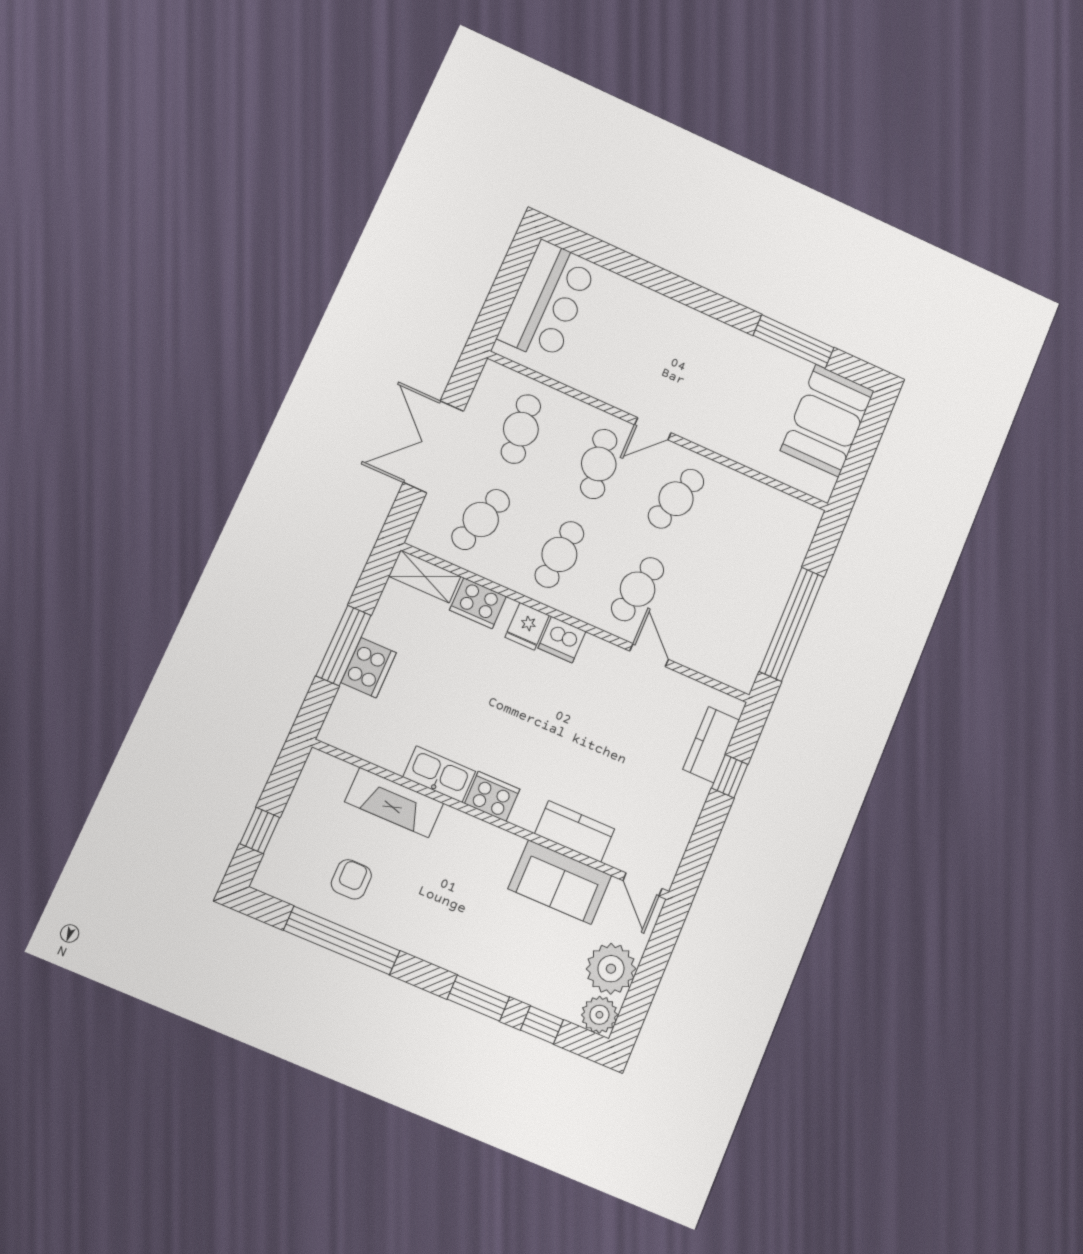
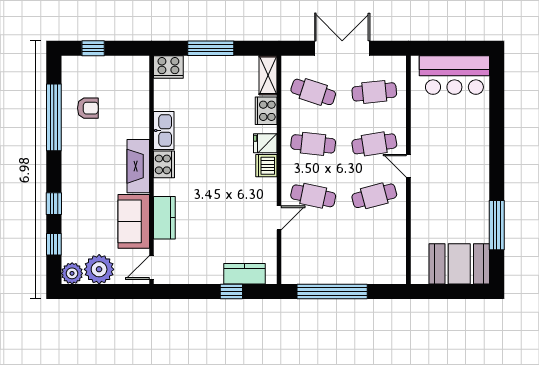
cafe table: (676, 499) -> (374, 196), turned -33
cooker: (369, 668) -> (168, 67), moved
fireplace: (394, 802) -> (138, 166), moved
window: (478, 998) -> (54, 204), width x0.67

